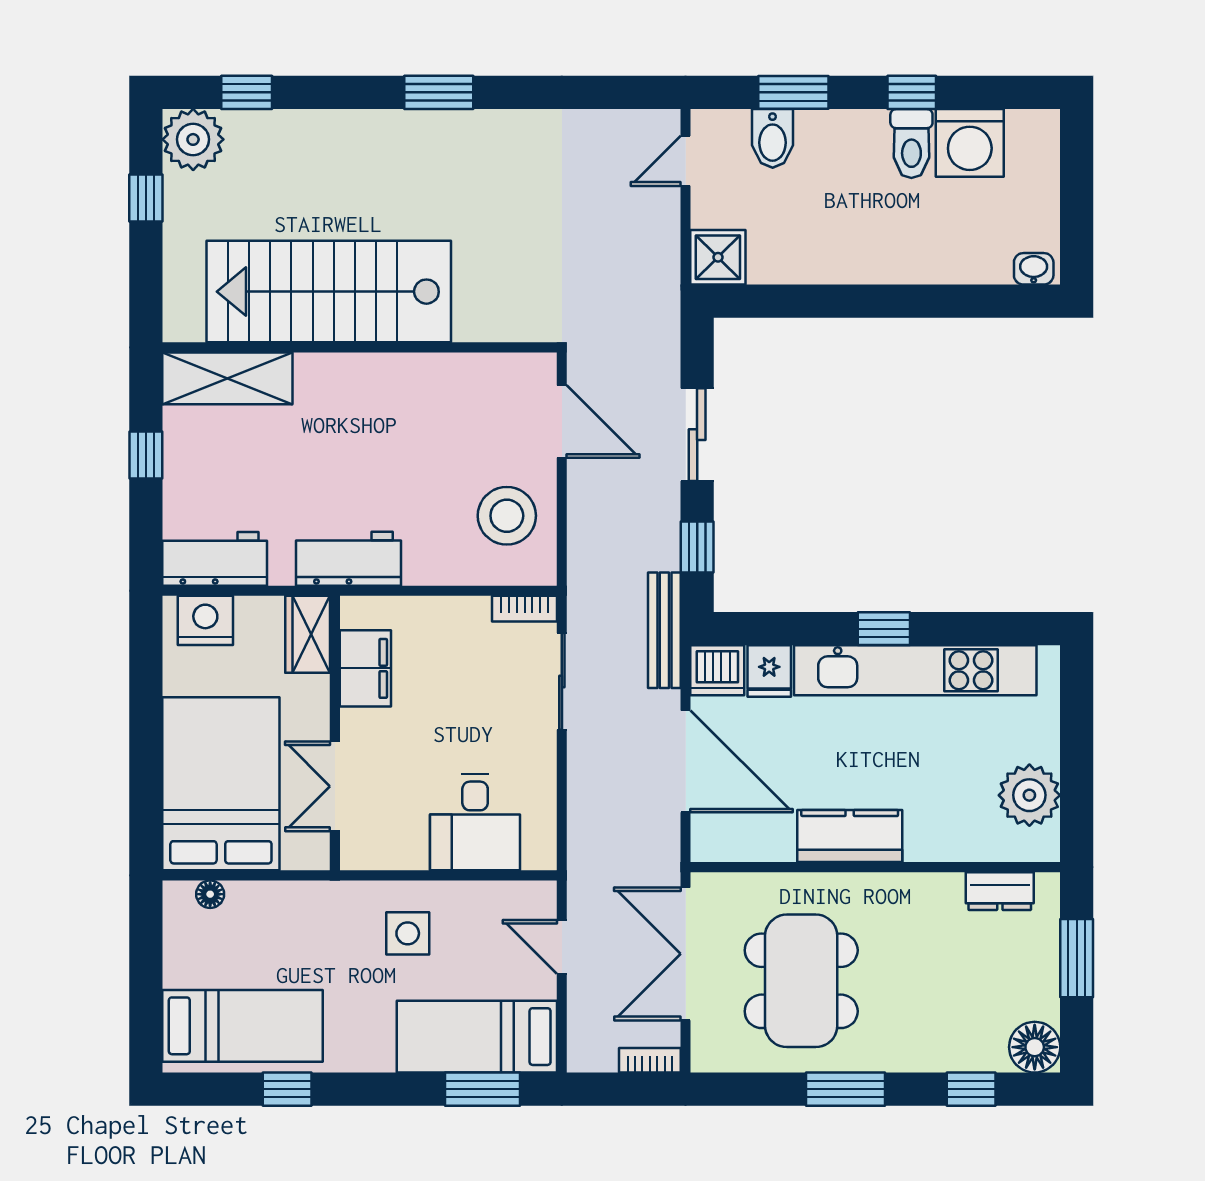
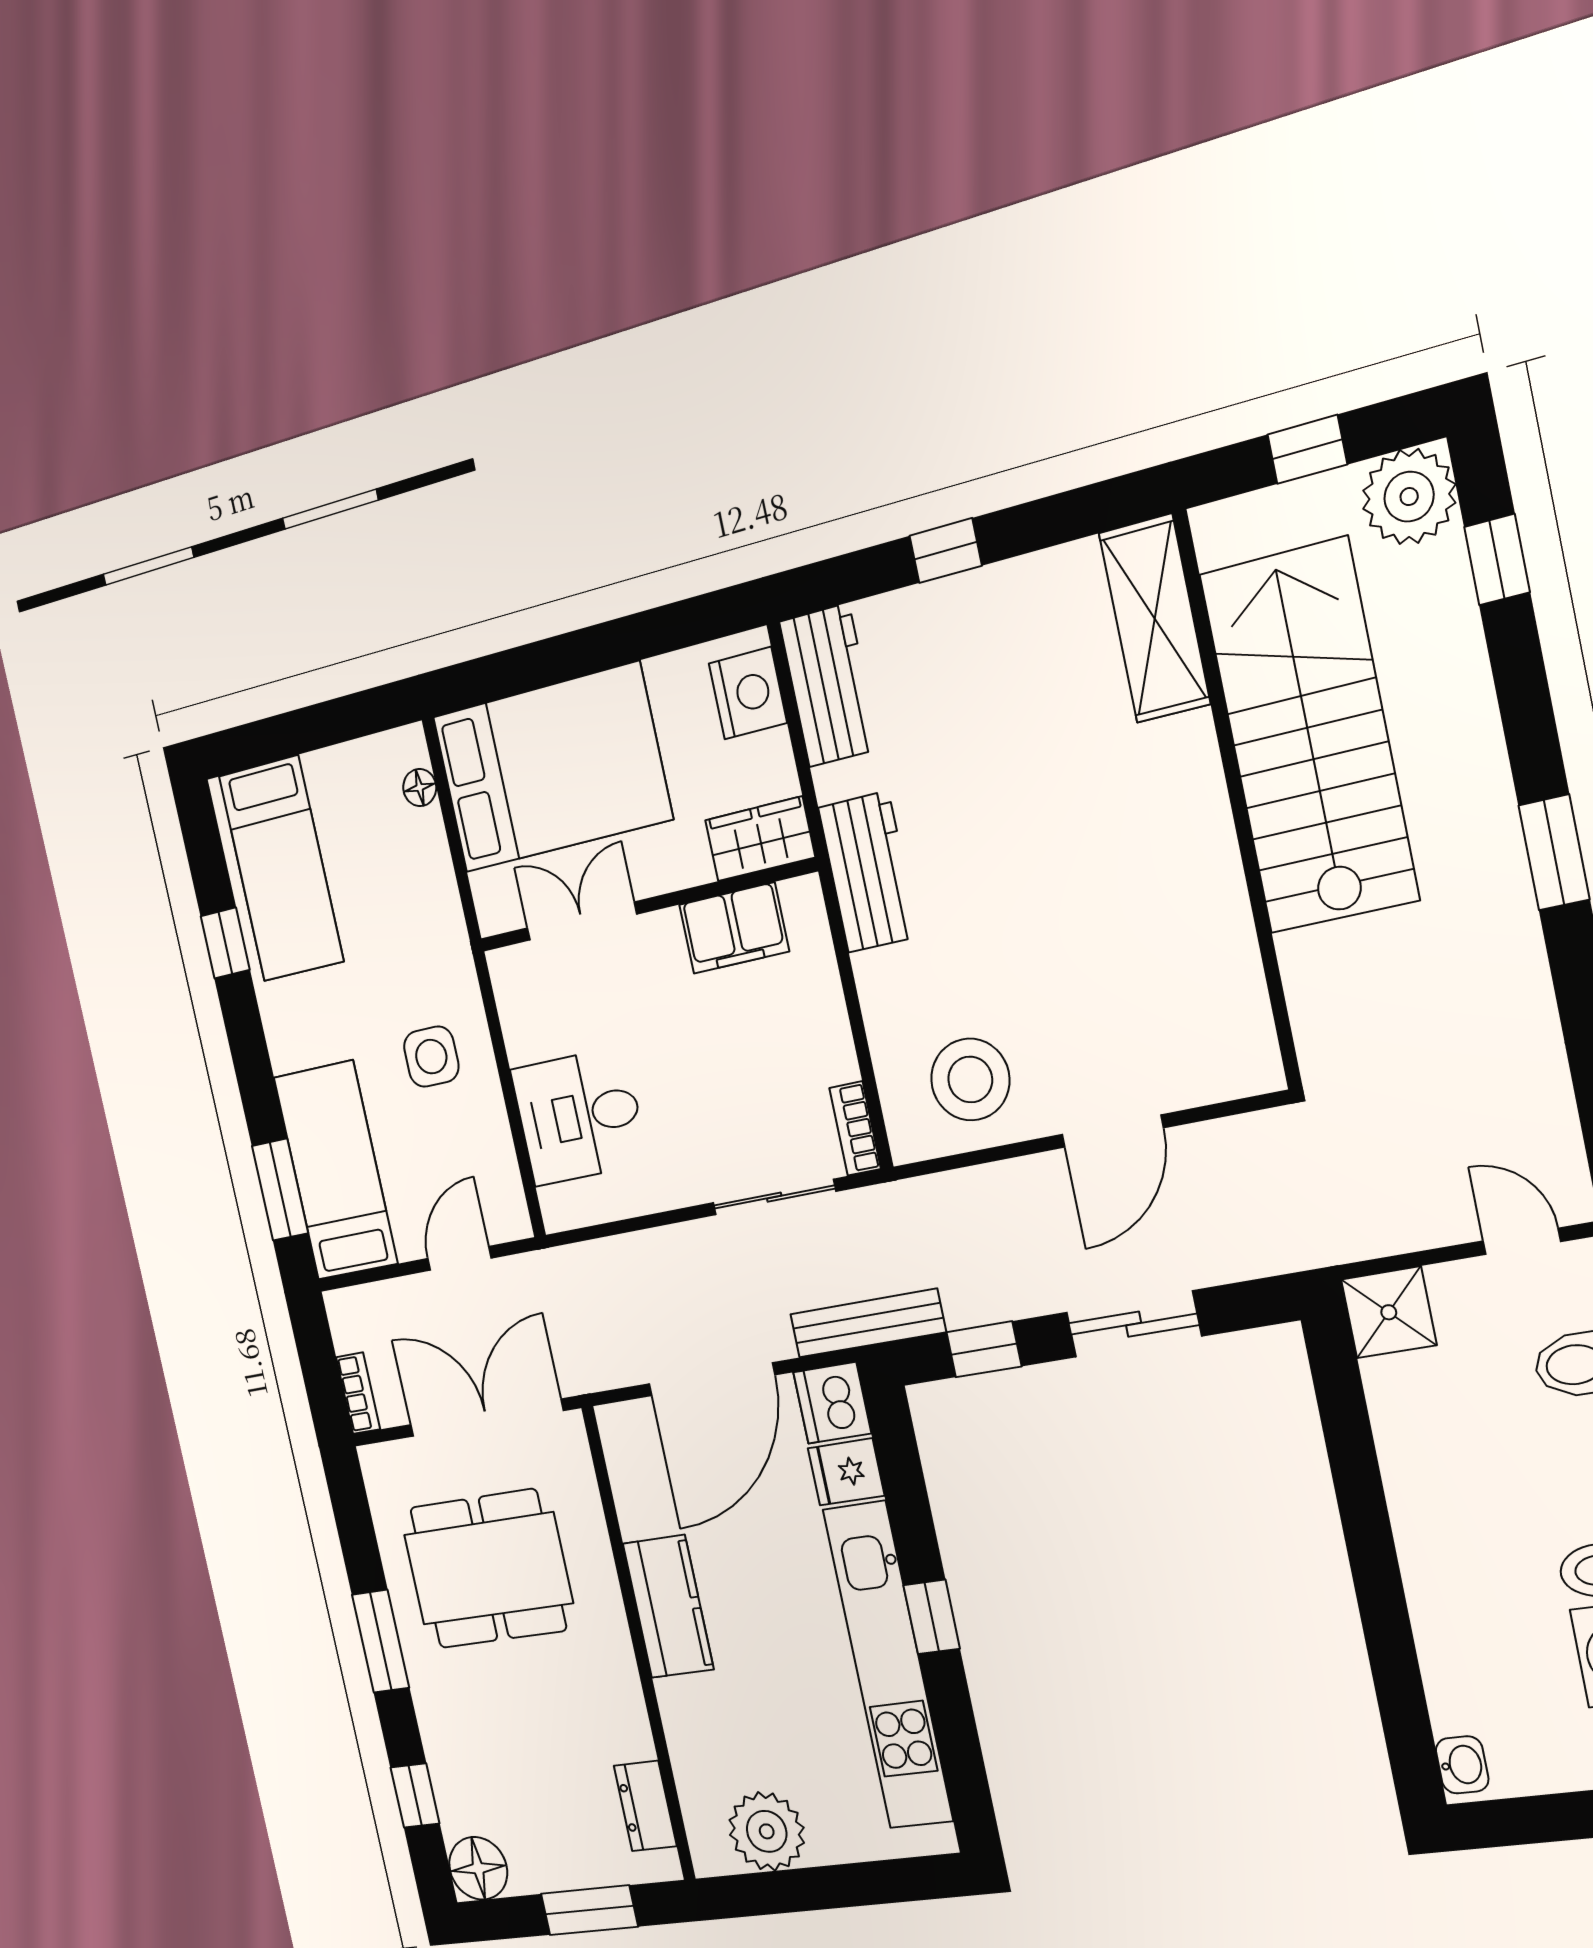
stairs: (329, 292) -> (1309, 737), moved
wall: (360, 347) -> (1238, 801), moved
shelving: (227, 378) -> (1155, 619), moved

